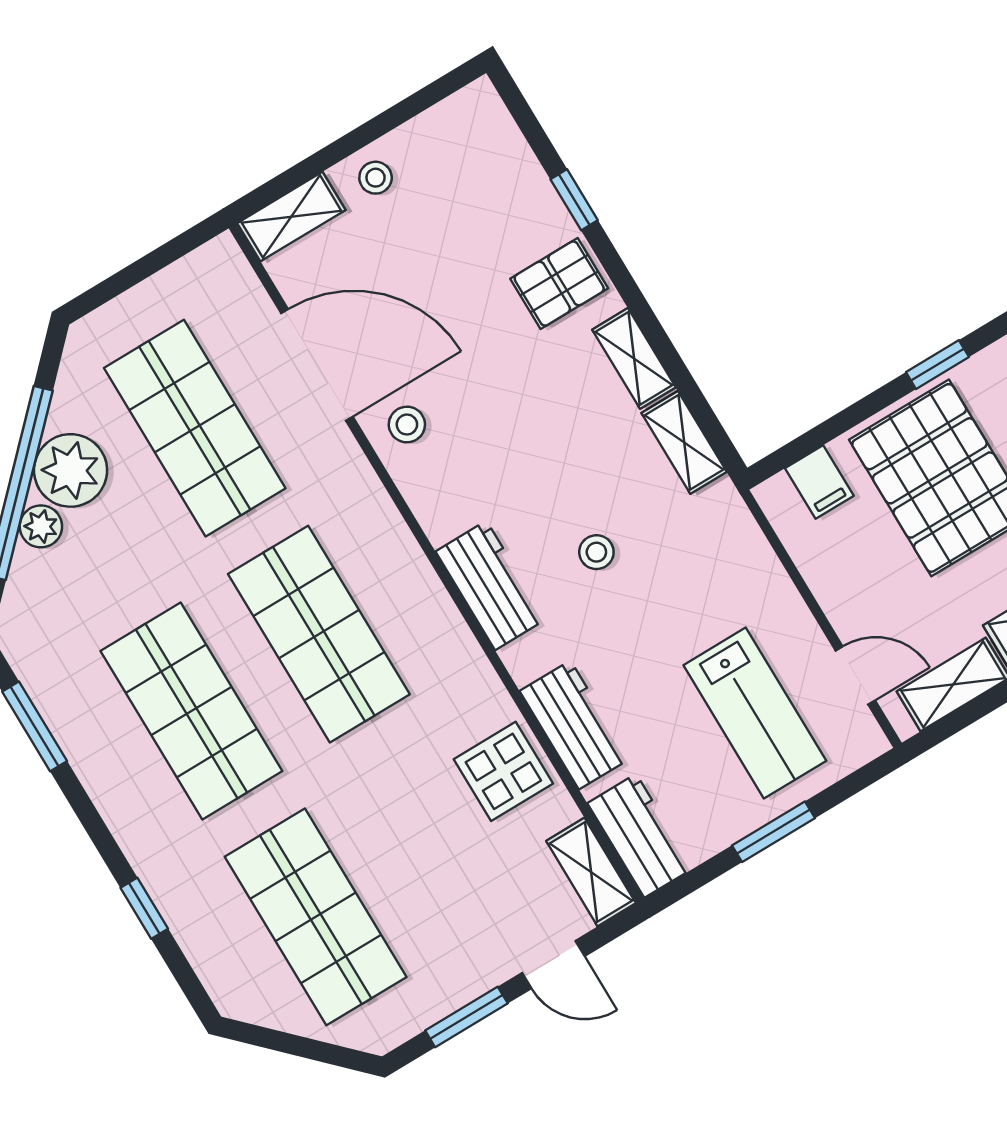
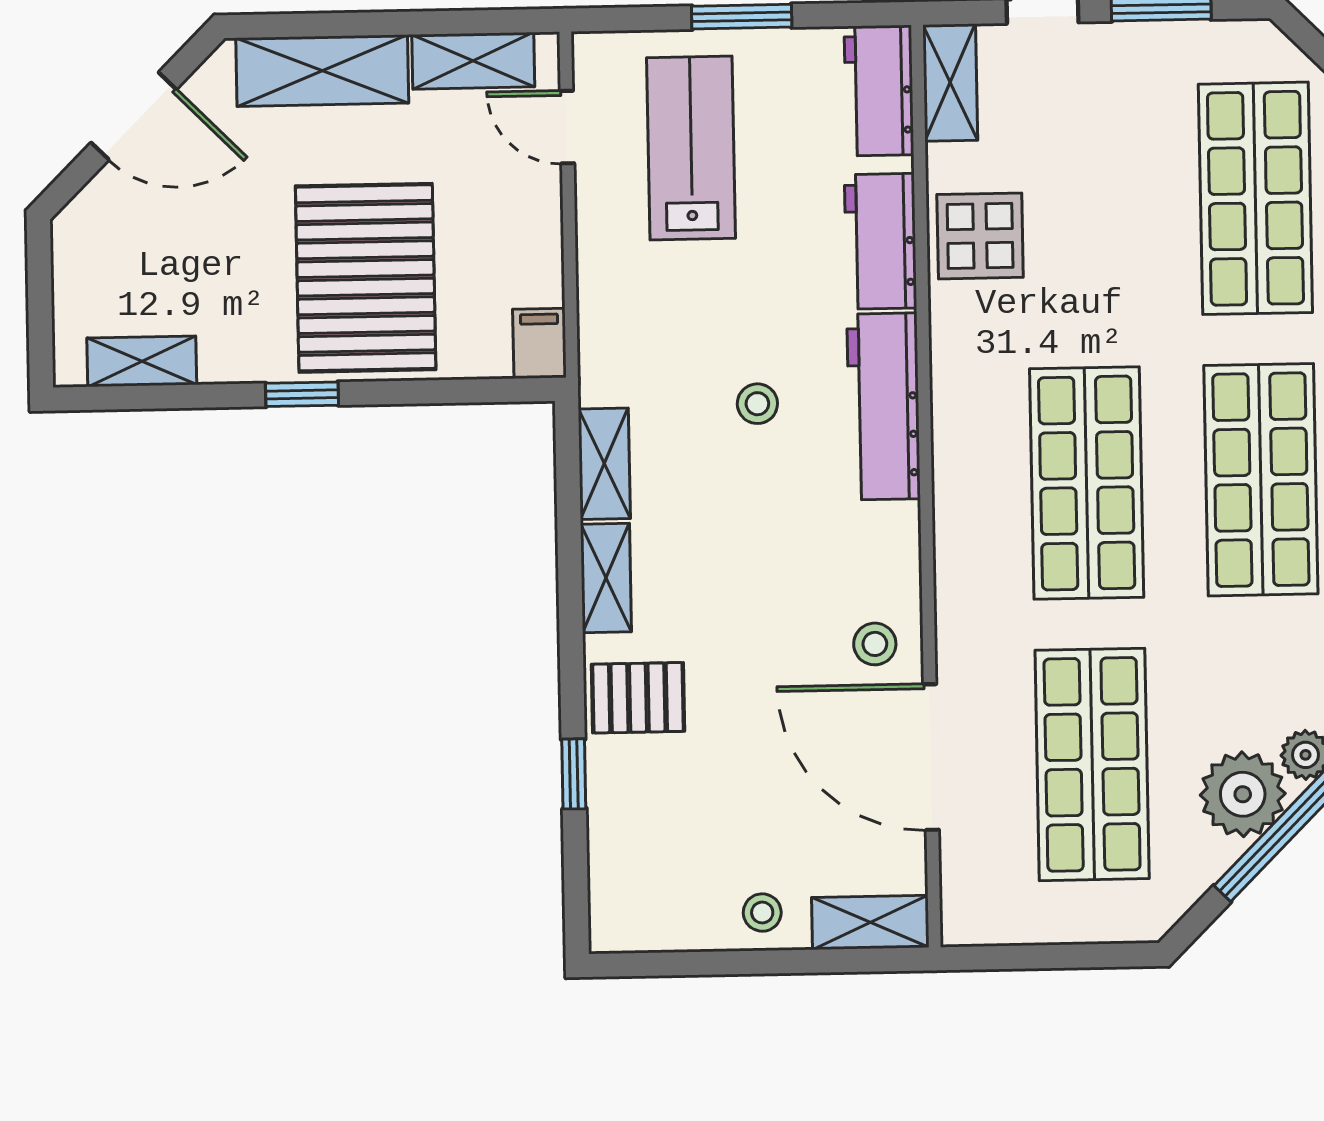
filing cabinet: (819, 482) -> (539, 343), moved
workbench: (491, 585) -> (884, 406), width x1.38

